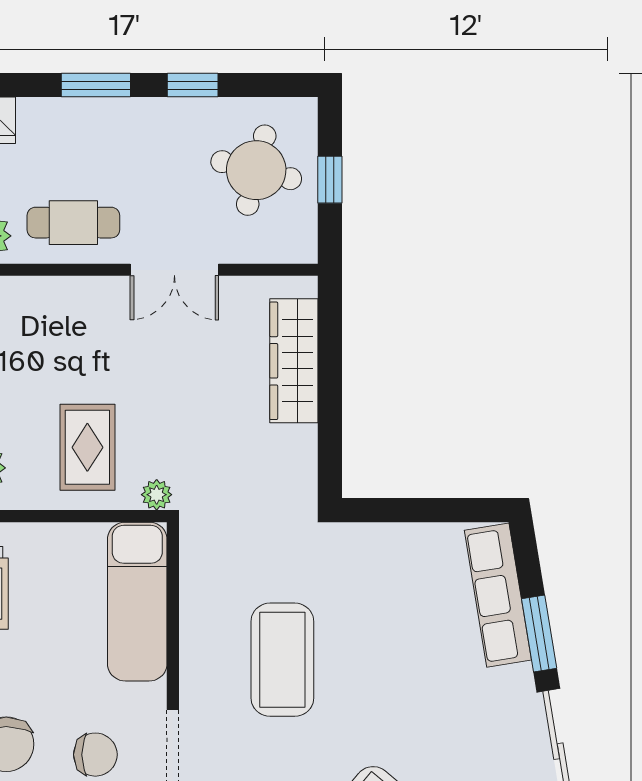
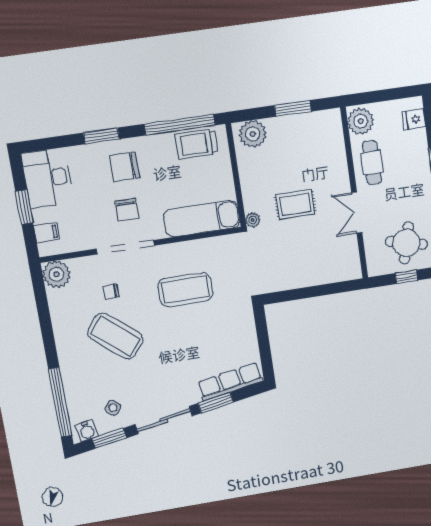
wardrobe: (294, 361) -> (323, 273), removed
rug: (87, 447) -> (295, 204), moved

